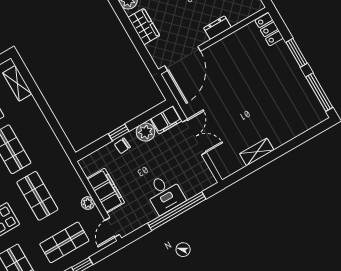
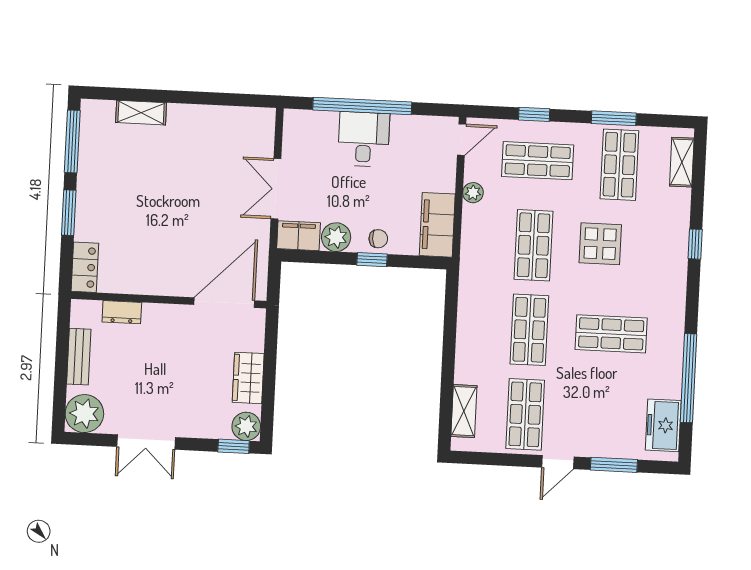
dresser: (217, 28) -> (122, 312), moved
shelving: (257, 152) -> (141, 113), moved
filing cabinet: (106, 191) -> (437, 225), moved

